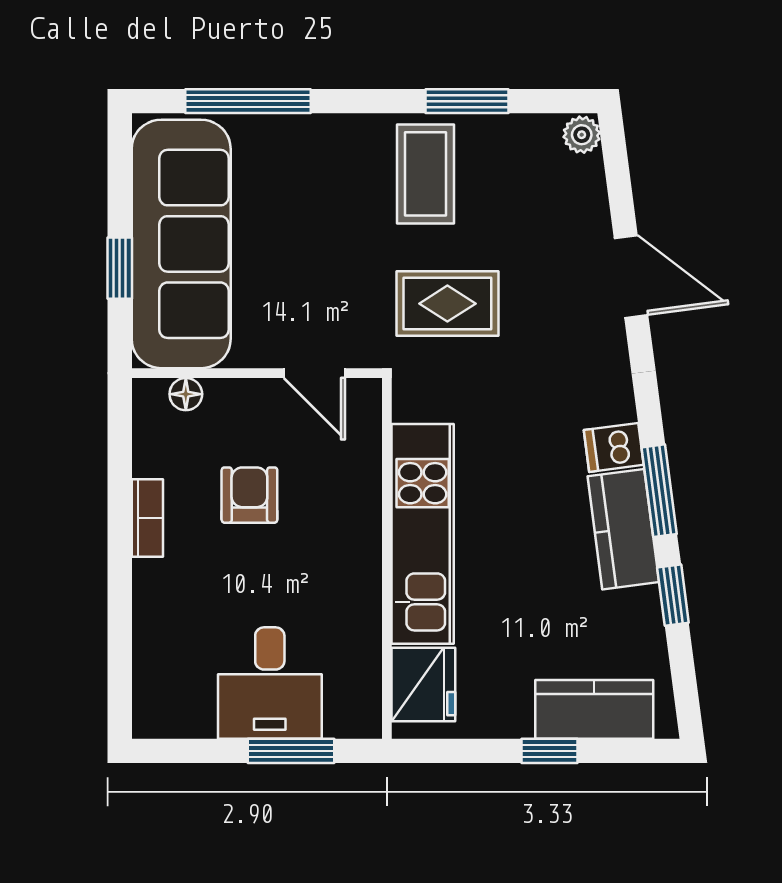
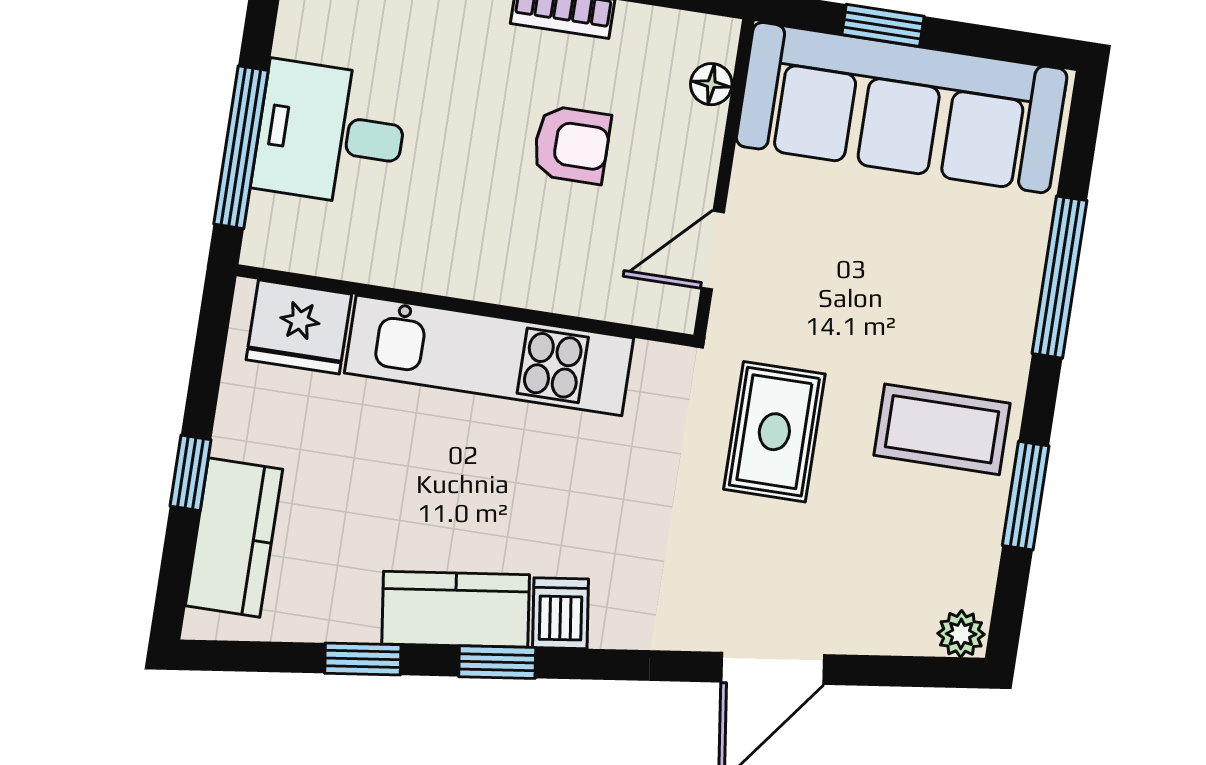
window: (248, 101) -> (1060, 277), moved
window: (659, 491) -> (497, 662), width x0.67
window: (291, 751) -> (241, 147), width x1.44

